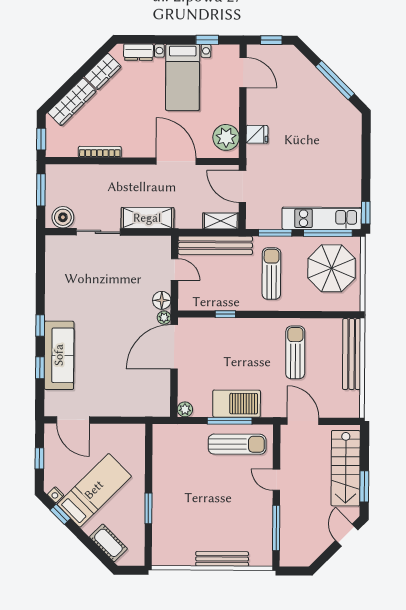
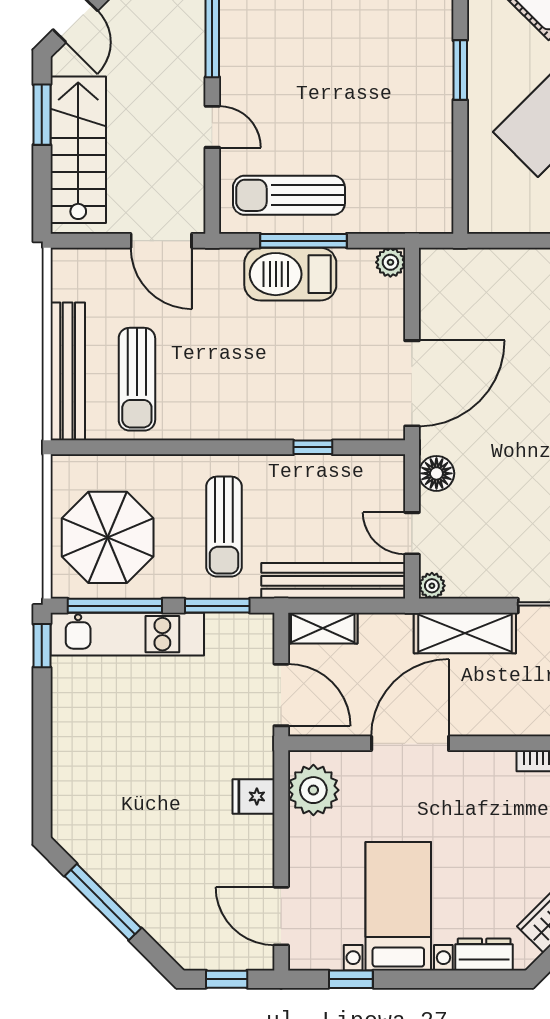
door: (176, 161) -> (410, 743), swing flipped
plant: (164, 318) -> (432, 586), moved
sun lounger: (295, 352) -> (137, 379), moved

